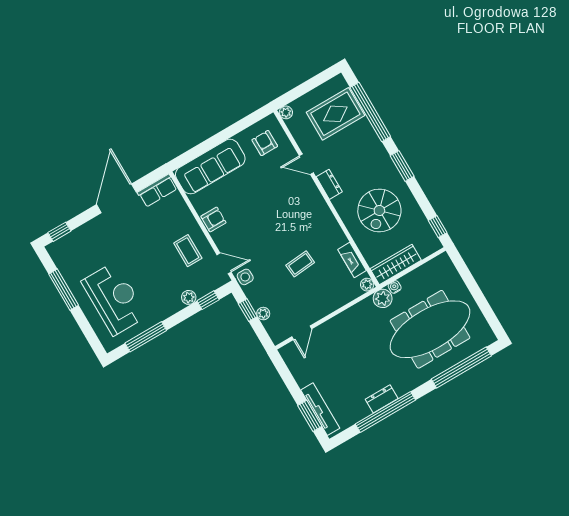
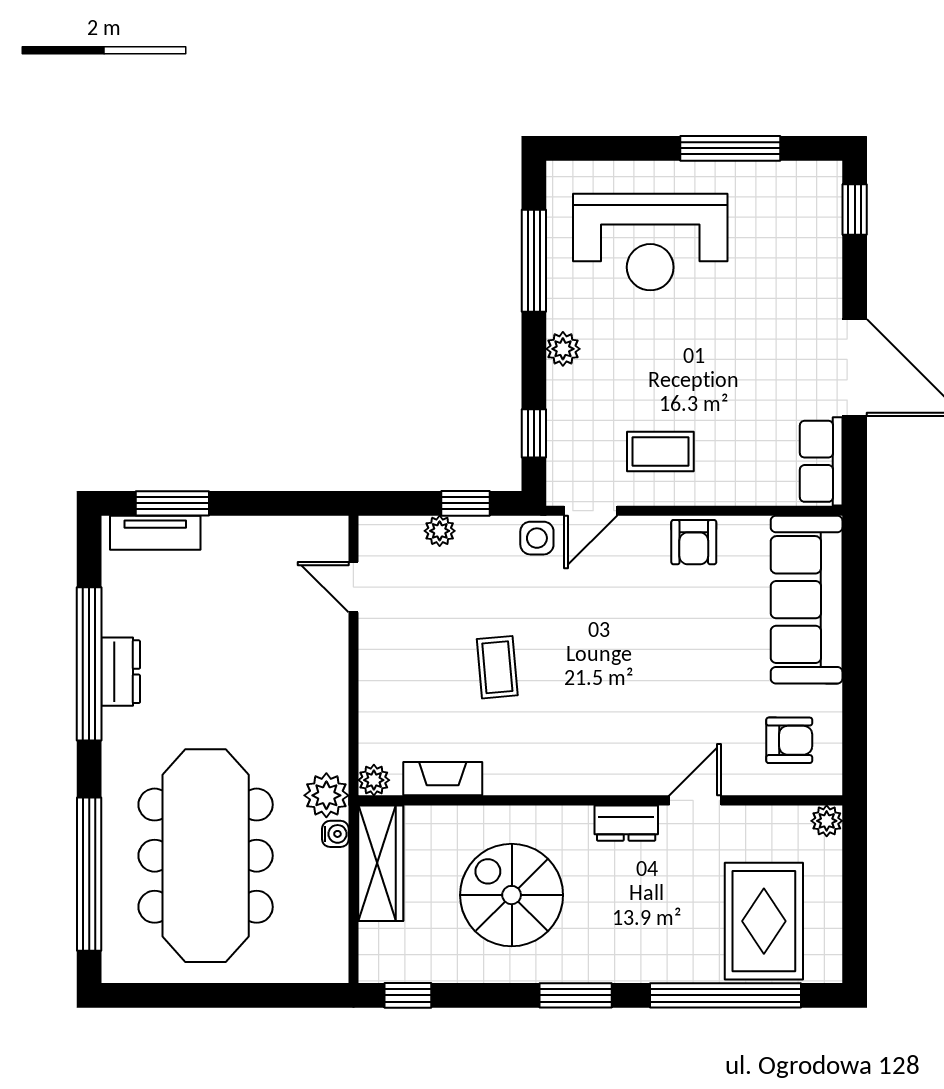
plant: (189, 297) -> (563, 349), moved
tv unit: (320, 409) -> (155, 533), width x0.71

